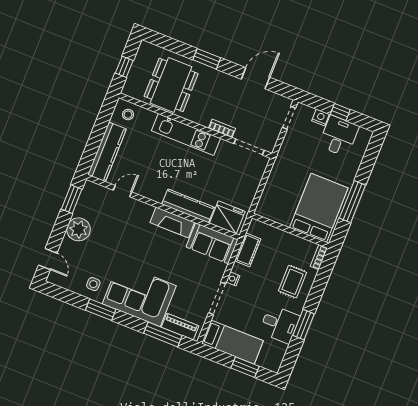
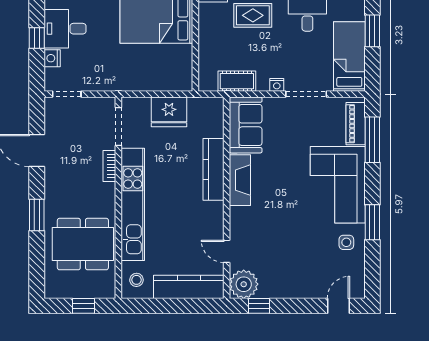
kitchen unit: (186, 134) -> (133, 204), width x1.36
window: (72, 199) -> (259, 306), width x0.67
fridge: (227, 217) -> (169, 112), moved, turned -90
plant: (78, 229) -> (244, 284), moved

